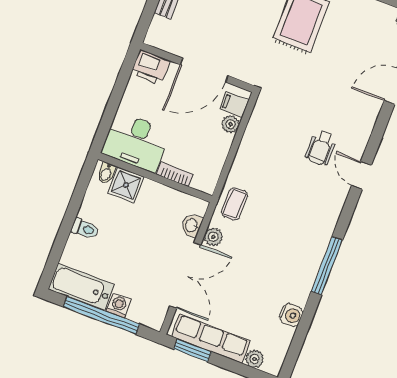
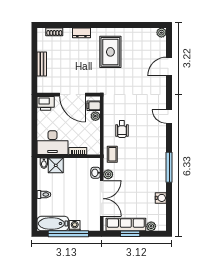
door: (204, 70) -> (72, 95), hinge flipped
wheelchair: (321, 148) -> (122, 129), moved
window: (192, 350) -> (130, 234), moved

